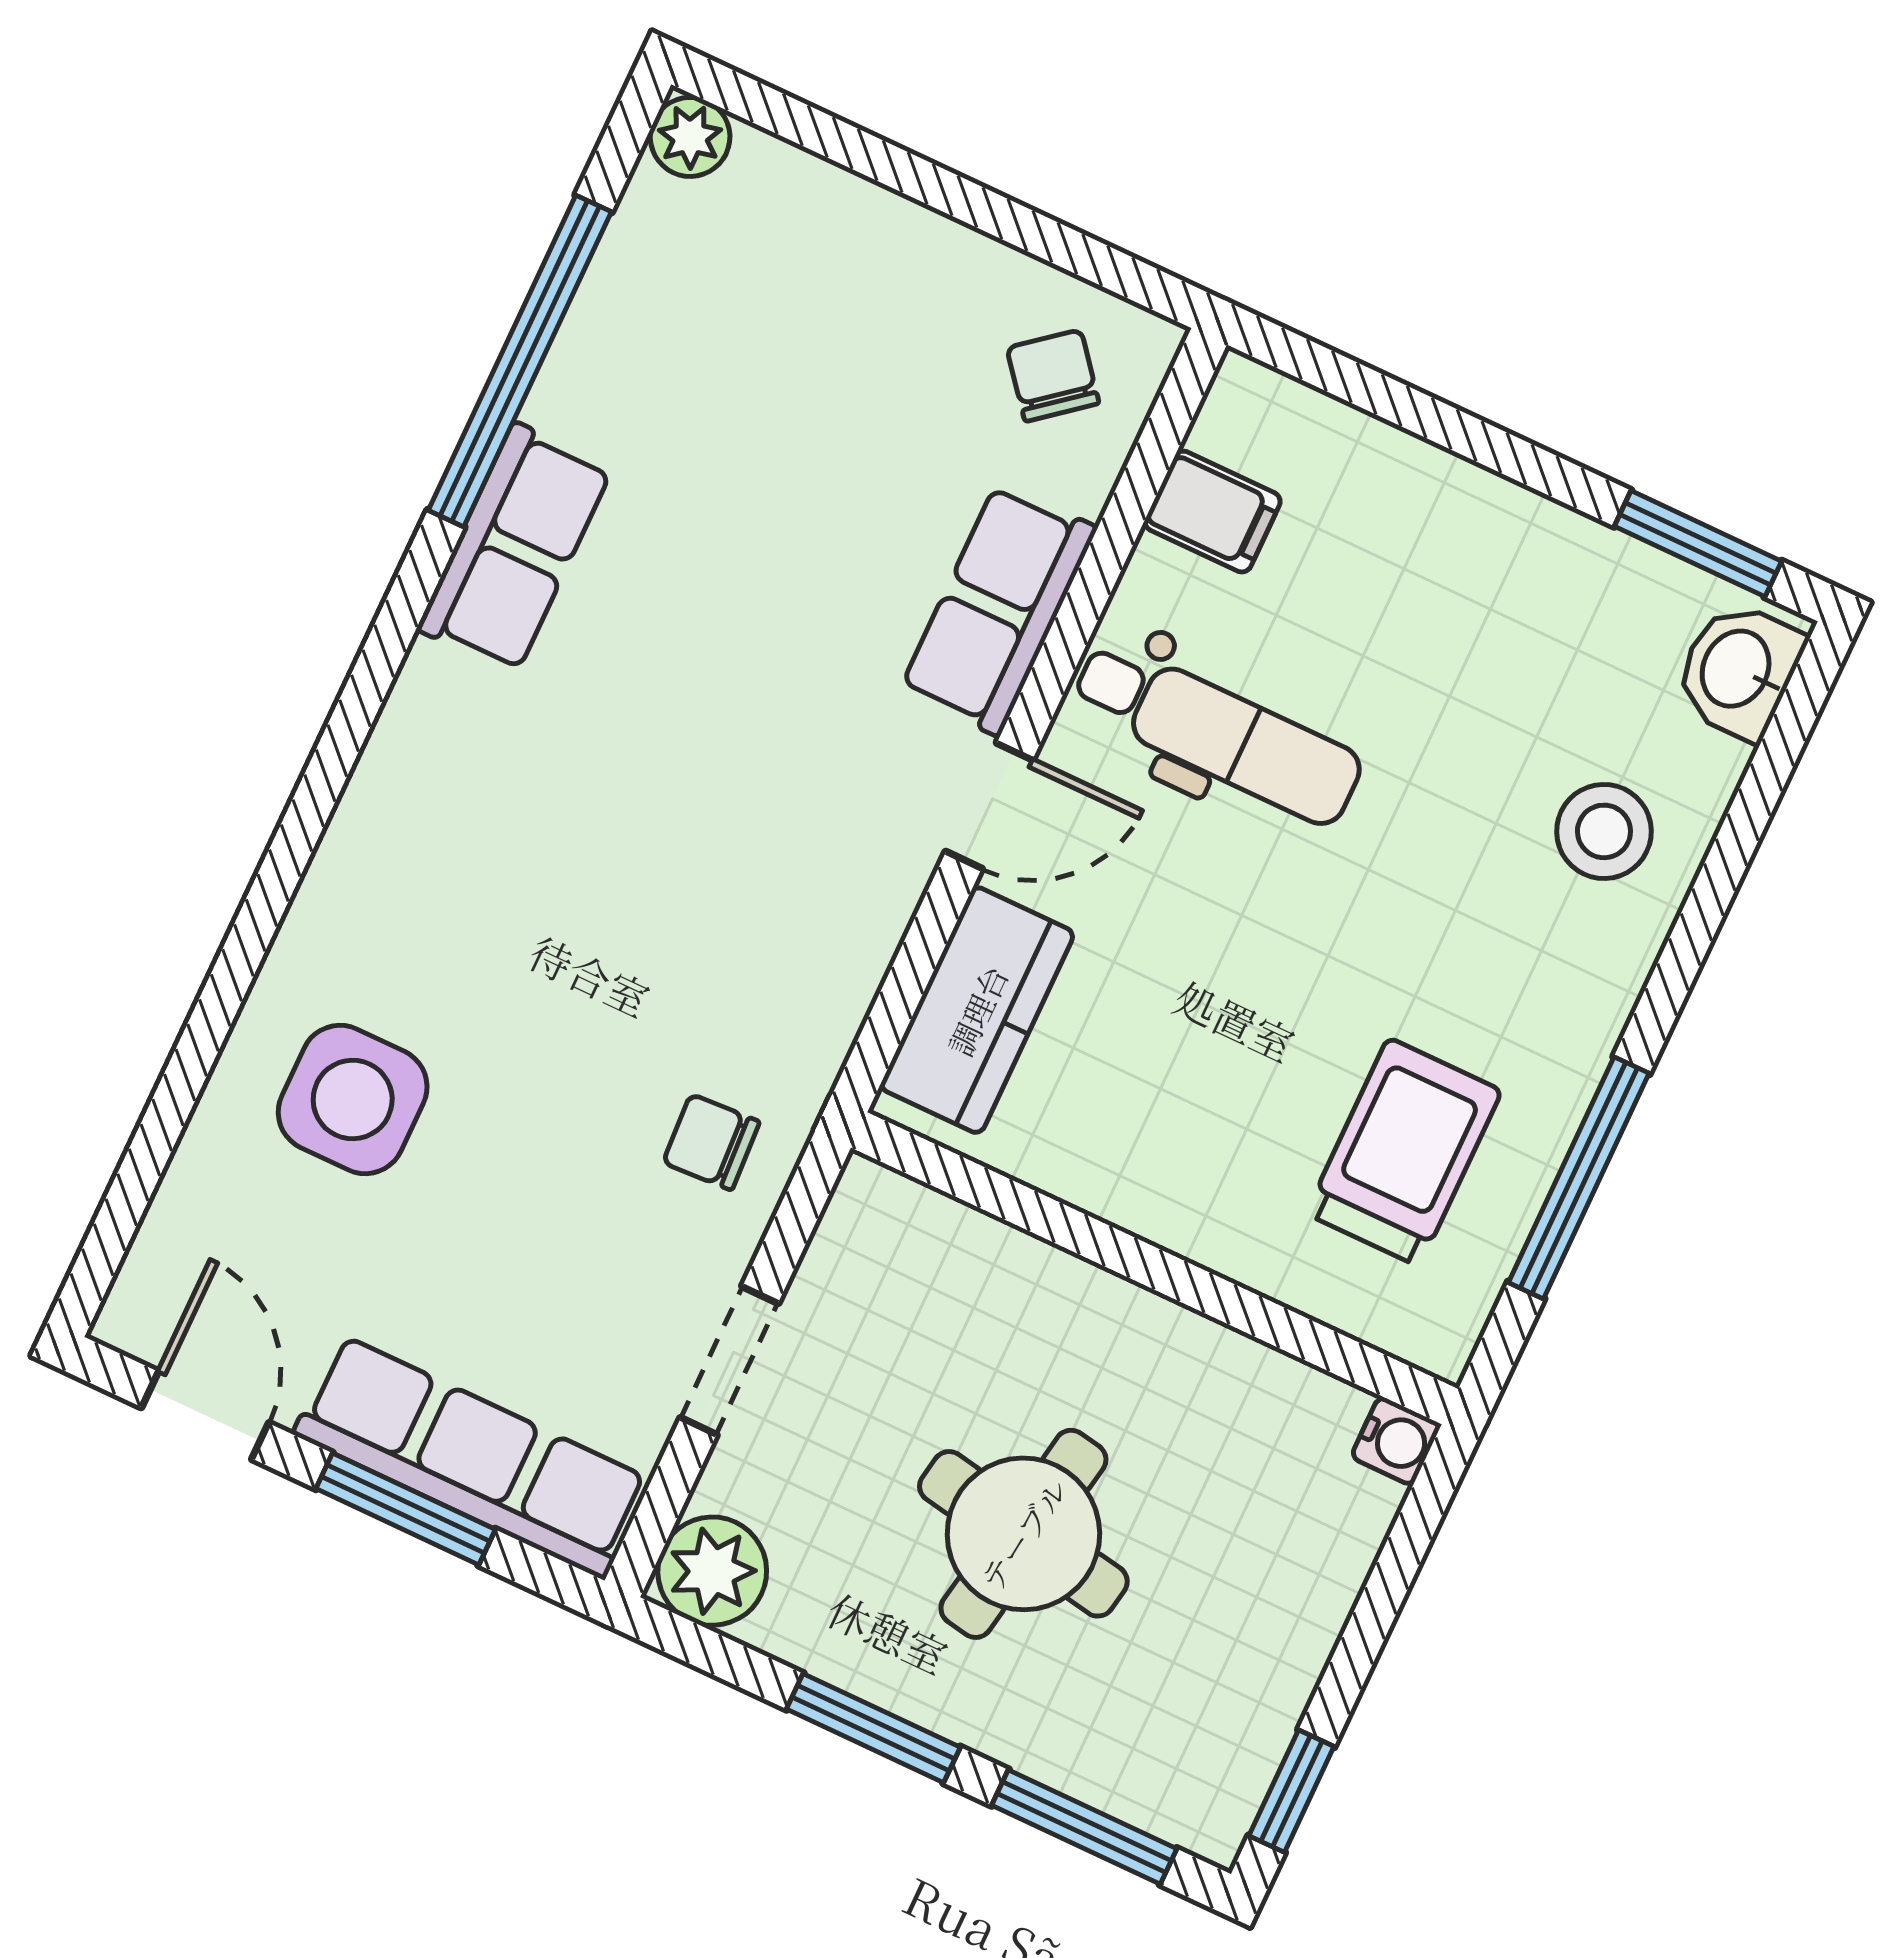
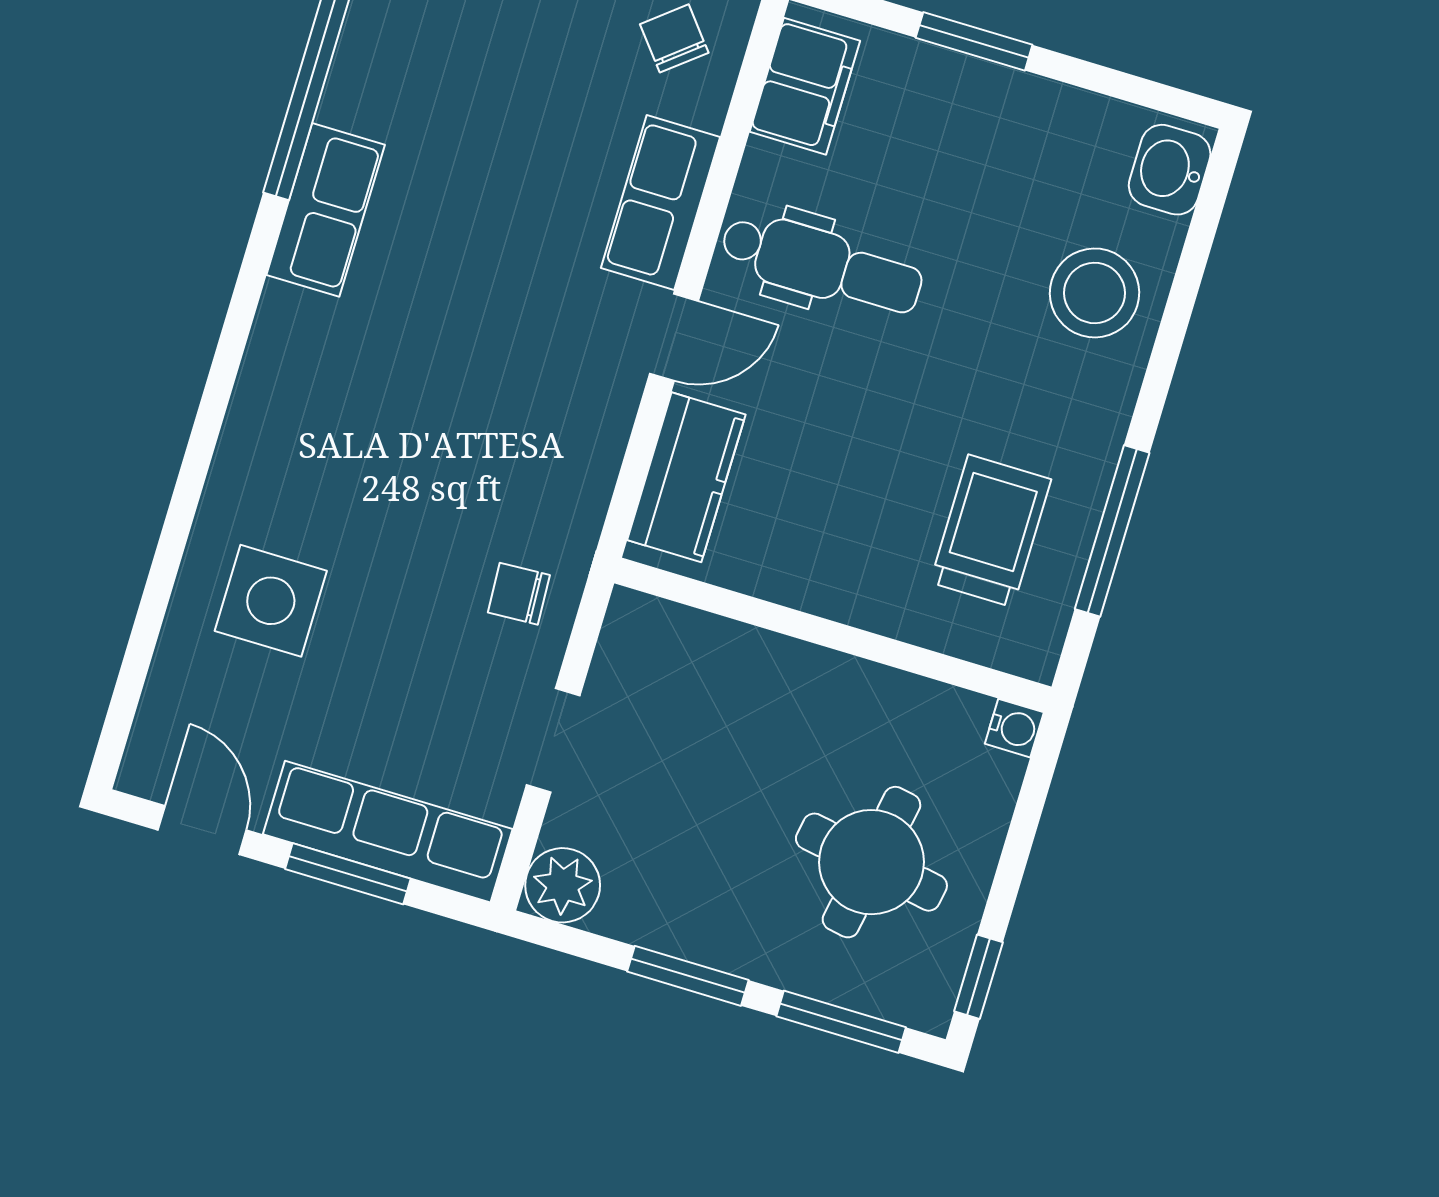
filing cabinet: (1212, 512) -> (805, 86), width x2.00
window: (1698, 544) -> (974, 41), moved
stool: (1604, 831) -> (1095, 293), width x1.38, depth x1.38
round table: (1023, 1534) -> (871, 862), moved

